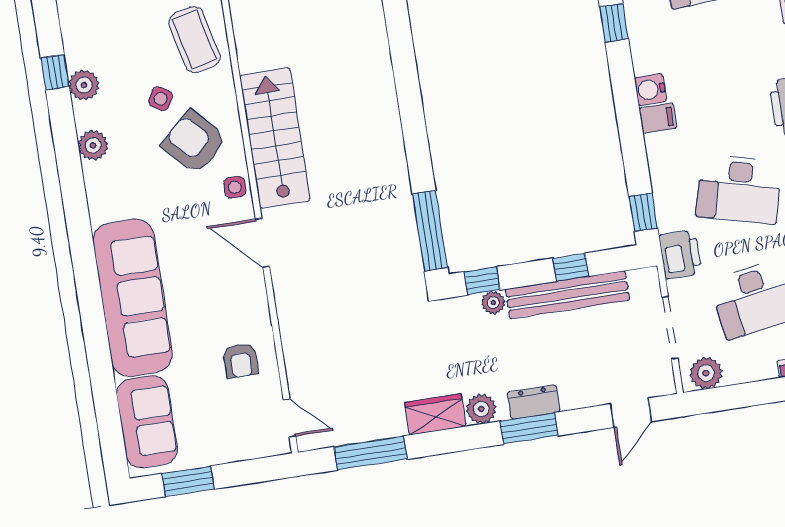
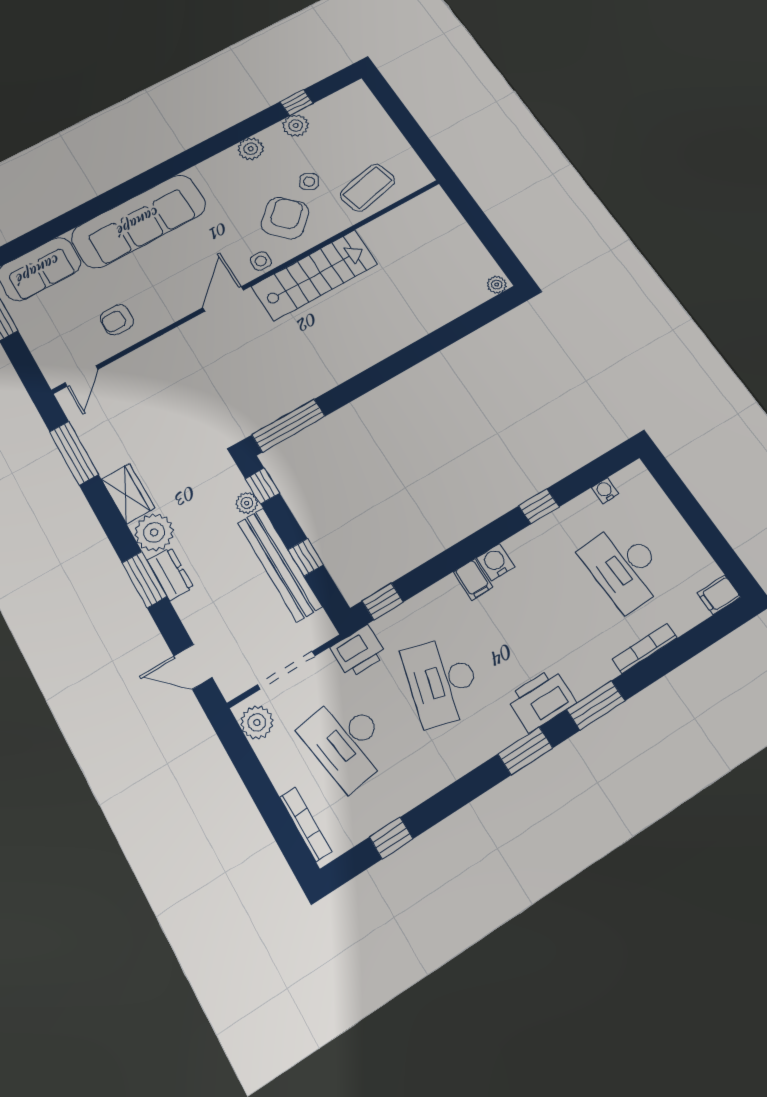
plant: (481, 409) -> (154, 532), width x1.36, depth x1.36

